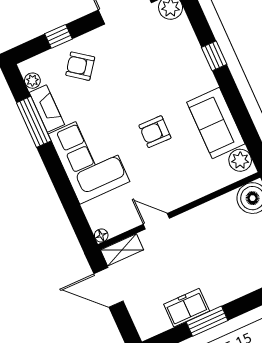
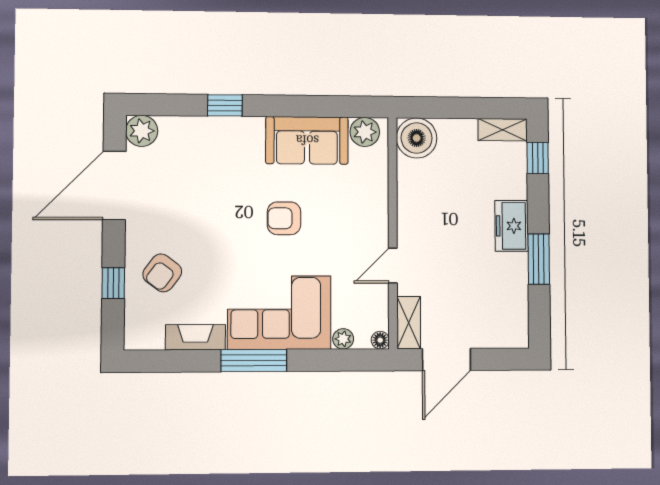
plant: (32, 81) -> (343, 339), moved
window: (34, 122) -> (254, 360), moved
armchair: (155, 132) -> (284, 218), turned 89
freezer: (187, 308) -> (512, 226), moved

